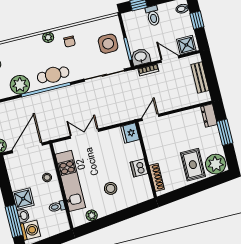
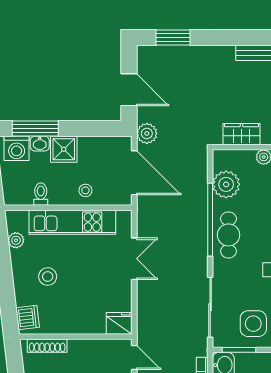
dishwasher: (139, 168) -> (28, 317), moved, turned 83

